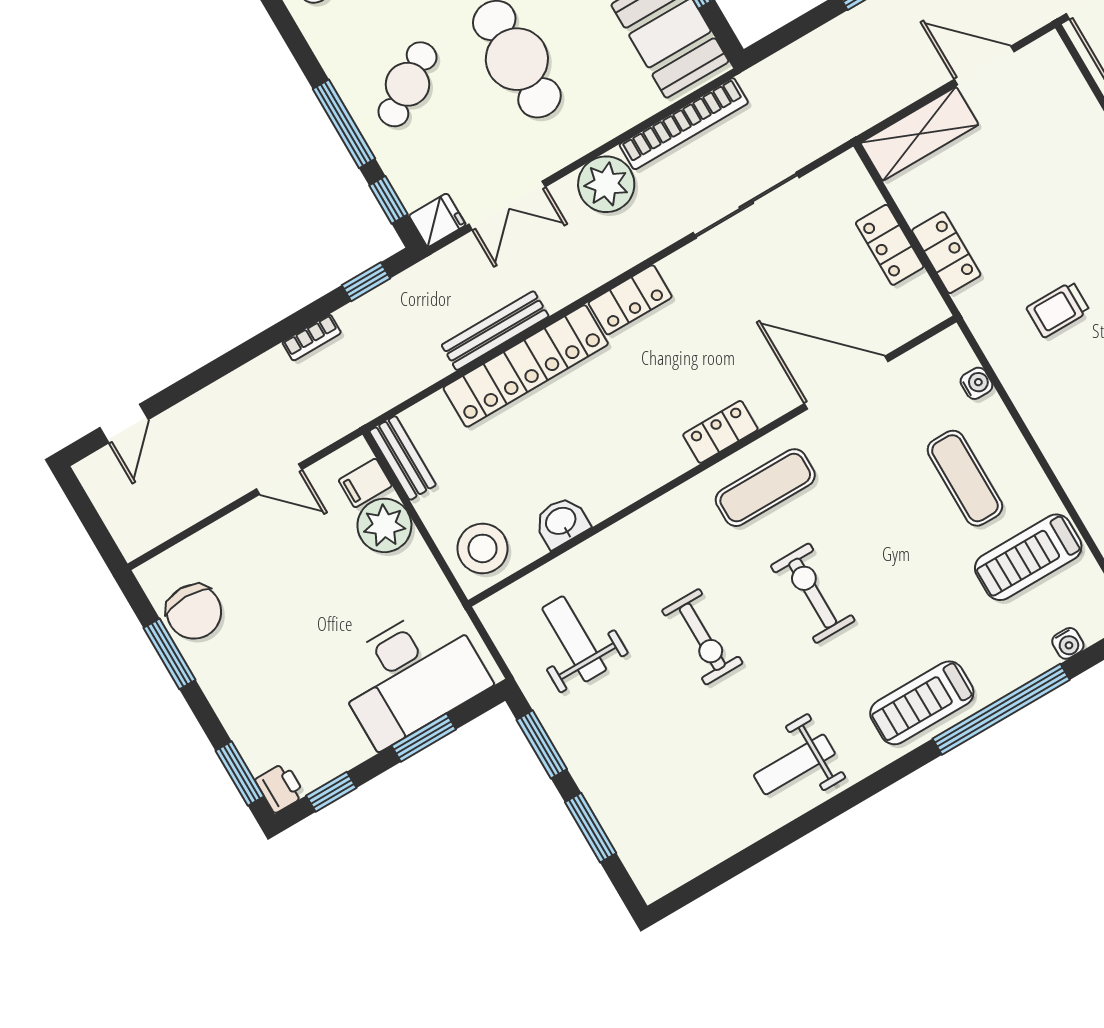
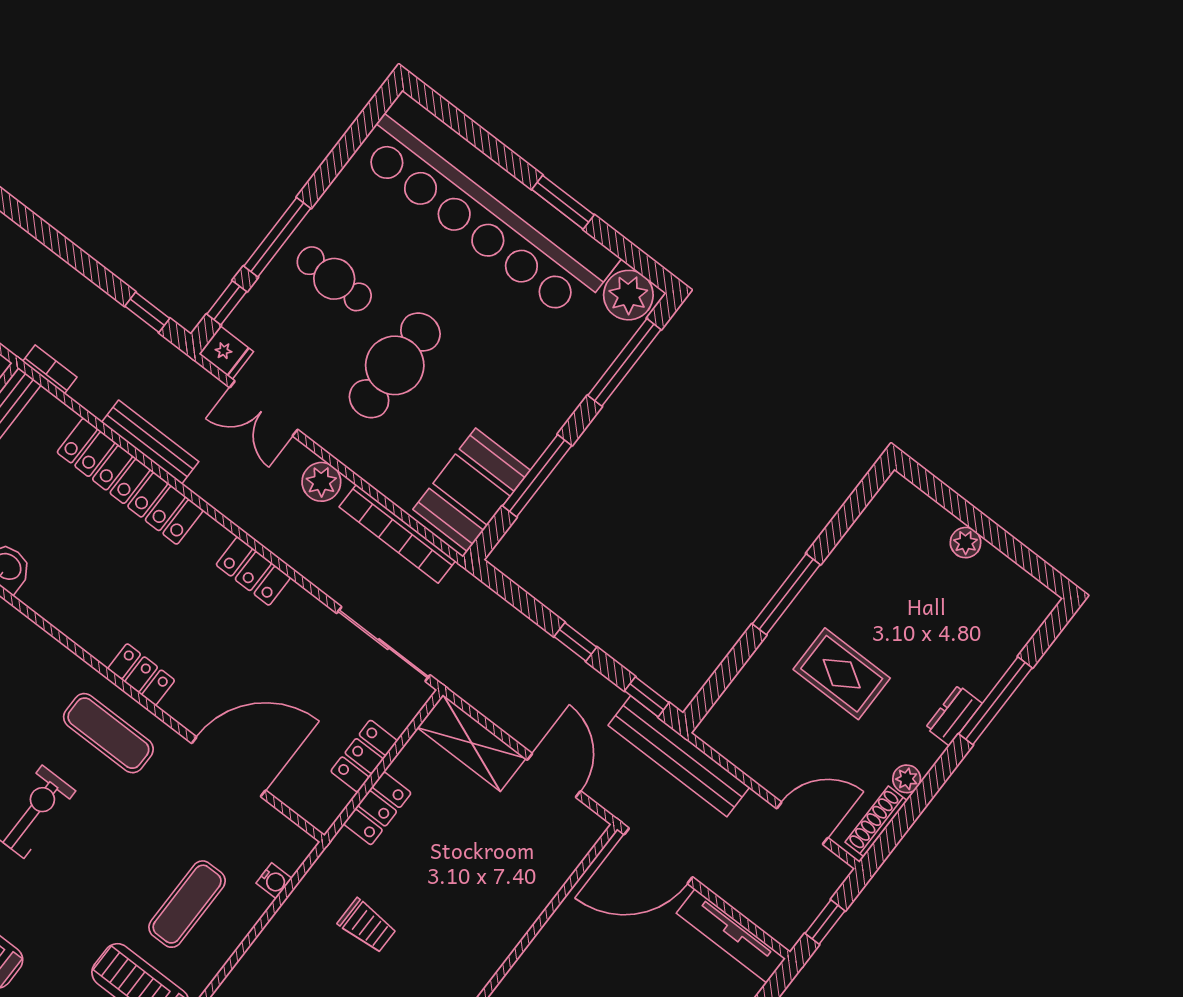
cafe table: (407, 84) -> (334, 279), turned 33
plant: (606, 184) -> (321, 482), width x0.73, depth x0.73
sliding door: (746, 205) -> (383, 644), moved
locker: (630, 300) -> (253, 571), moved
trolley: (1058, 309) -> (367, 926), turned 180
bookcase: (312, 338) -> (50, 369), moved, turned 180
door: (846, 383) -> (229, 767), hinge flipped

